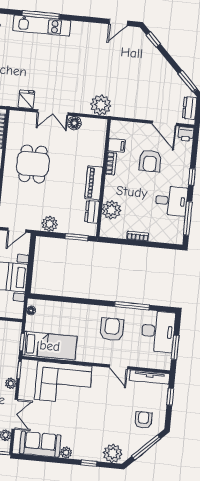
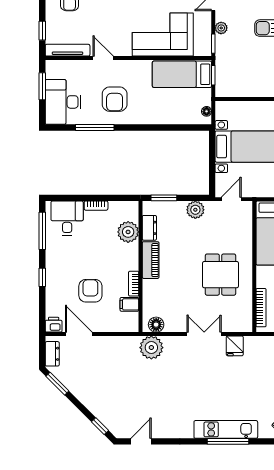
floor lamp: (74, 123) -> (156, 325), moved
desk: (171, 201) -> (67, 218), moved, turned 90

